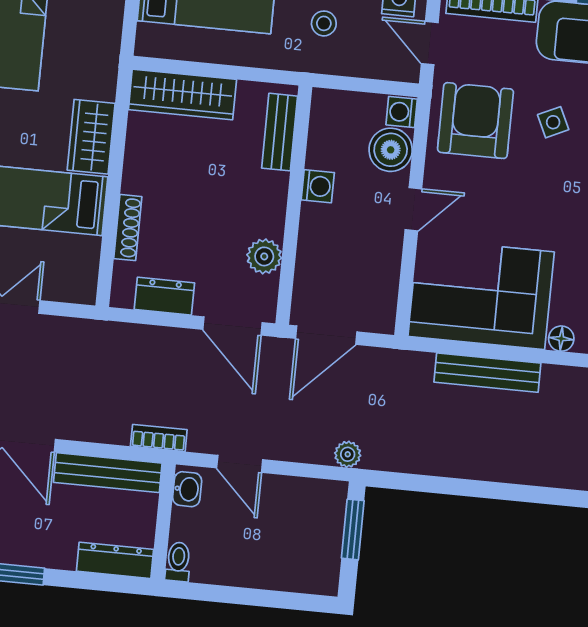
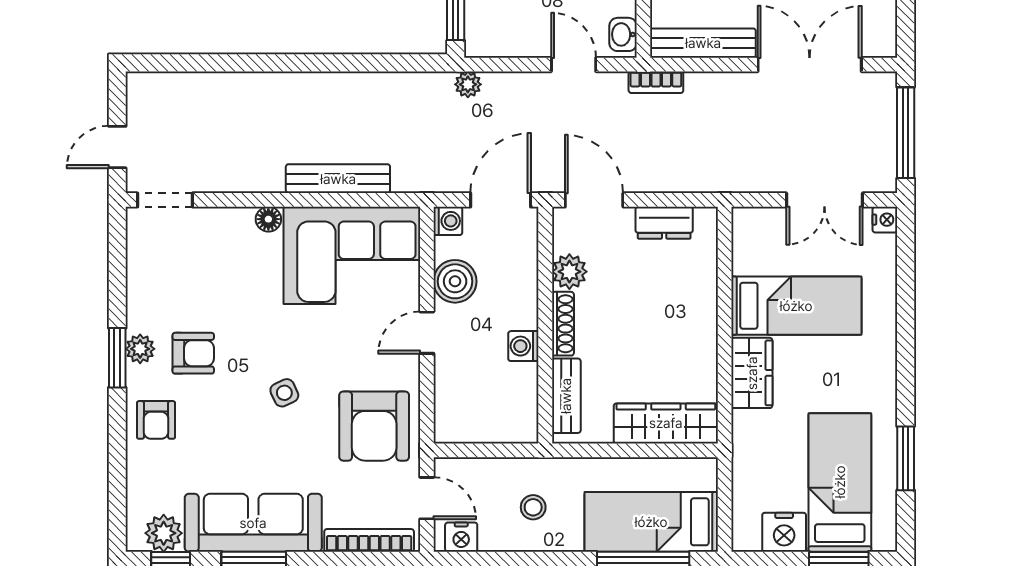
washing machine: (402, 112) -> (448, 221), moved
side table: (553, 122) -> (284, 393), moved
boiler: (391, 150) -> (455, 281), moved
shoe rack: (128, 228) -> (563, 324), moved, turned 180

